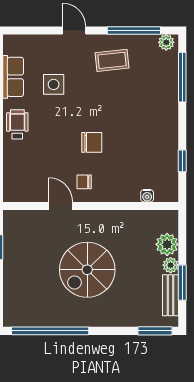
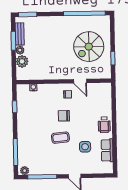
coffee table: (112, 60) -> (60, 138), moved
spiral stairs: (87, 270) -> (89, 47), moved, turned 180

